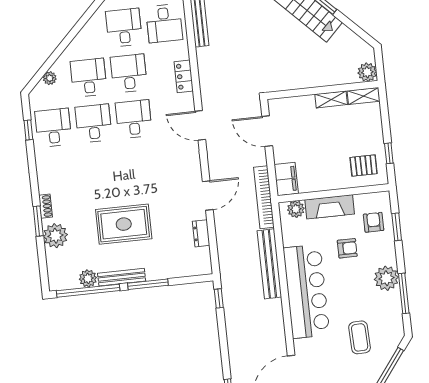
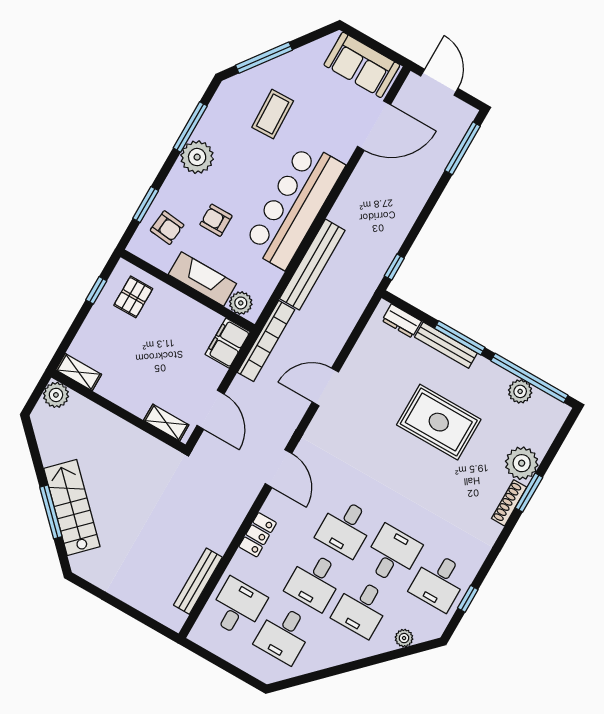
shelving: (331, 99) -> (166, 423), moved
desk: (94, 123) -> (392, 555), turned 180
pallet: (364, 166) -> (133, 297), turned 90
shoe rack: (46, 206) -> (509, 503), width x1.43
armchair: (374, 222) -> (167, 228), turned -84
dresser: (201, 233) -> (402, 321), moved, turned 90
bench: (122, 277) -> (446, 345), moved

